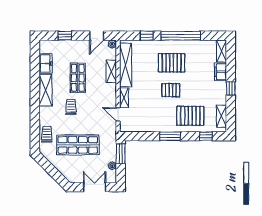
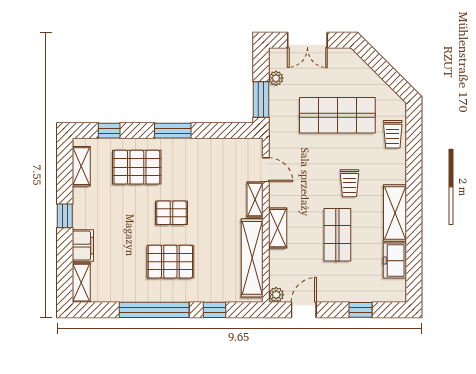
shelving: (111, 71) -> (278, 228), moved

